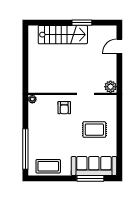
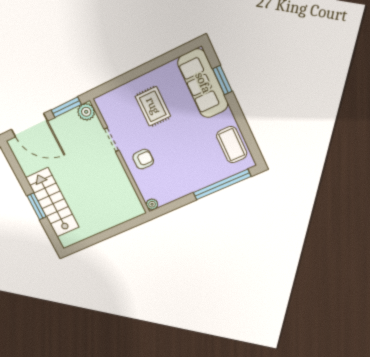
window: (82, 23) -> (37, 206), moved
door: (119, 46) -> (29, 125), width x1.87
window: (119, 76) -> (66, 107), added
window: (90, 178) -> (222, 80), width x0.69

